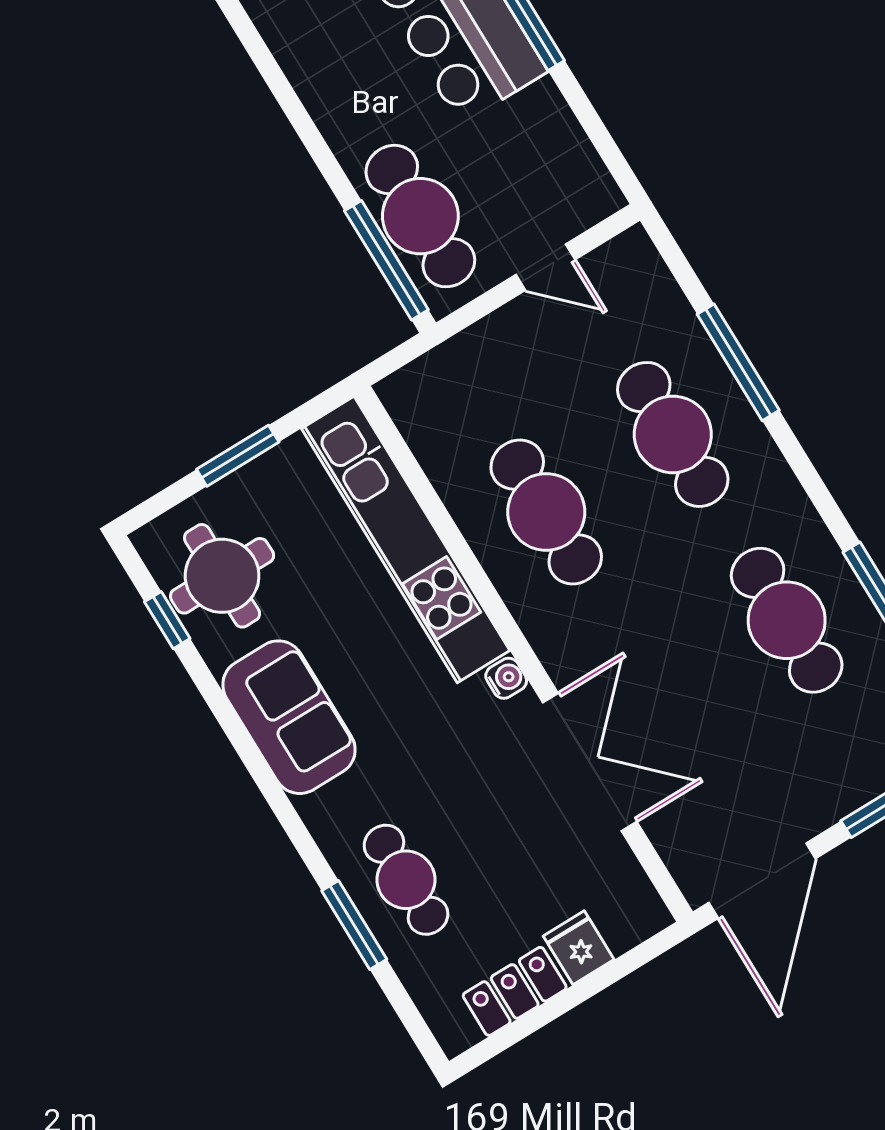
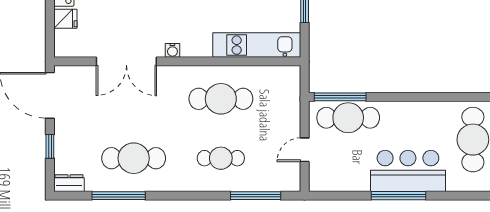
window: (738, 362) -> (256, 196), moved
cafe table: (673, 434) -> (221, 158), width x0.73, depth x0.74
kitchen unit: (406, 539) -> (257, 45), width x0.73

